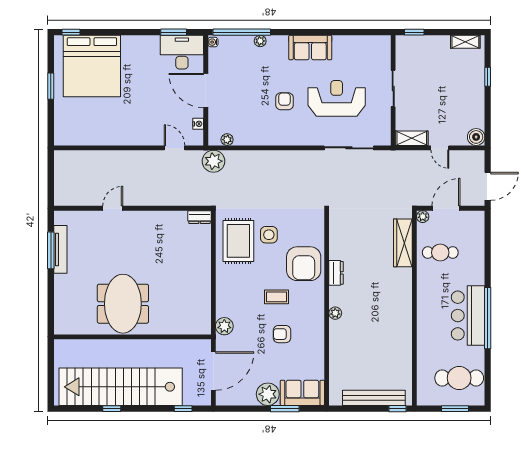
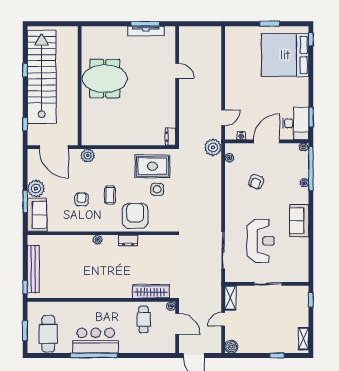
armchair: (284, 101) -> (256, 182), moved, turned 110
armchair: (304, 264) -> (135, 216), turned 90

